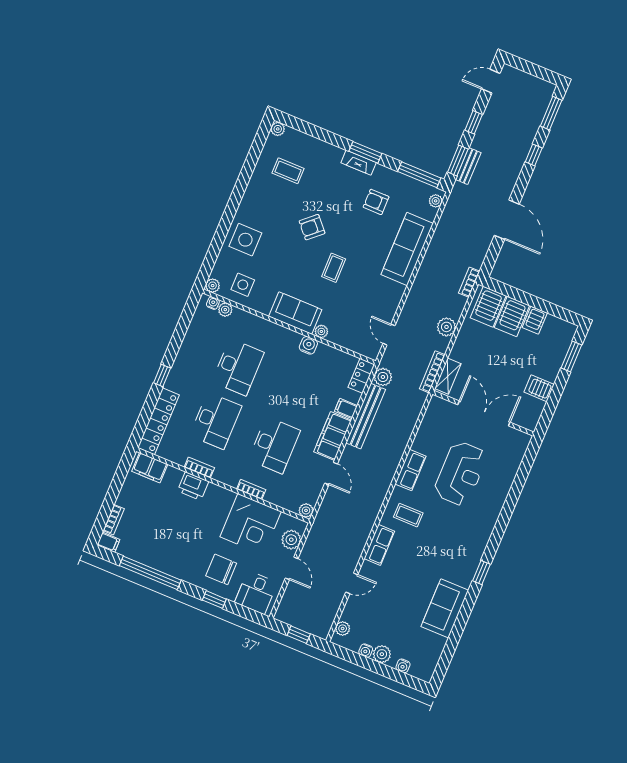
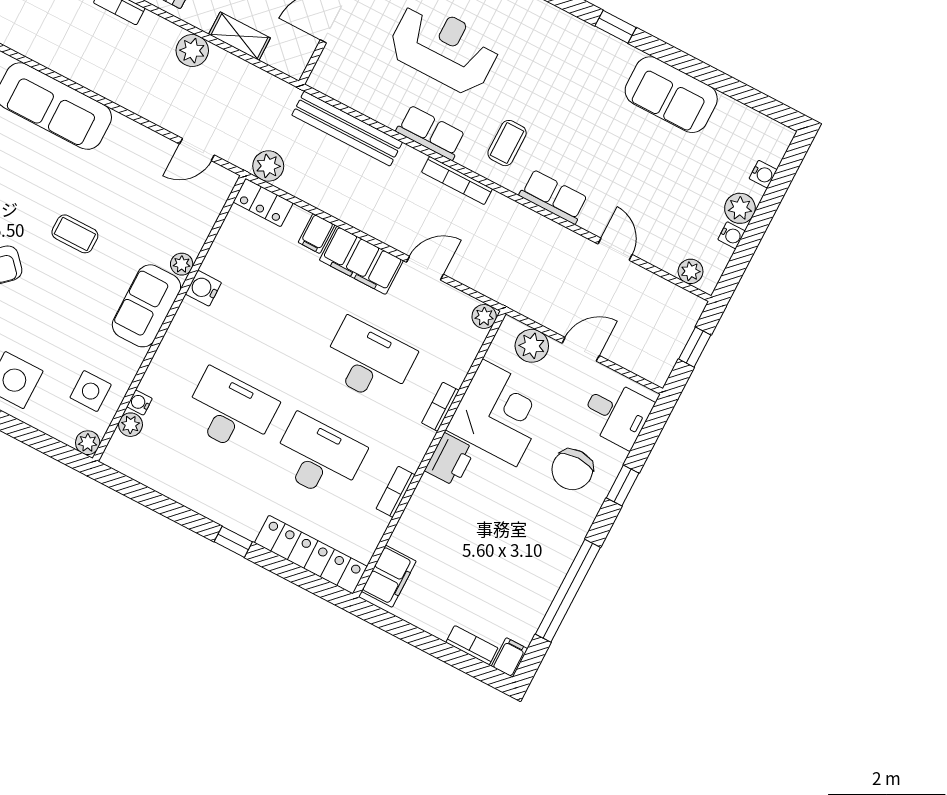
water cooler: (213, 303) -> (139, 403), moved
bookcase: (432, 372) -> (457, 180), moved
shelving: (448, 376) -> (240, 36), moved
bench: (366, 416) -> (347, 129), moved
printer: (193, 486) -> (450, 460), moved

